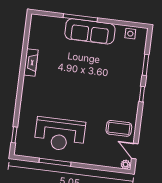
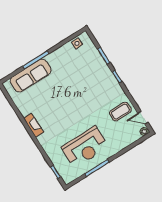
sofa: (90, 31) -> (31, 76), moved
fireplace: (31, 62) -> (34, 125), moved

